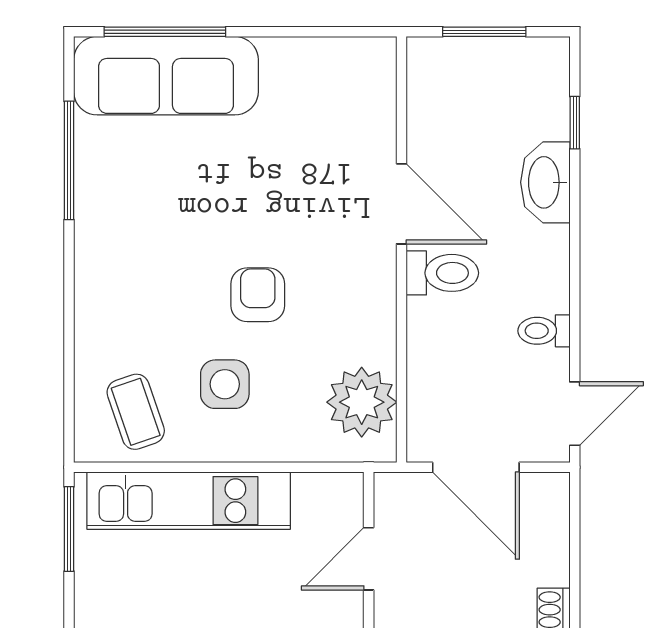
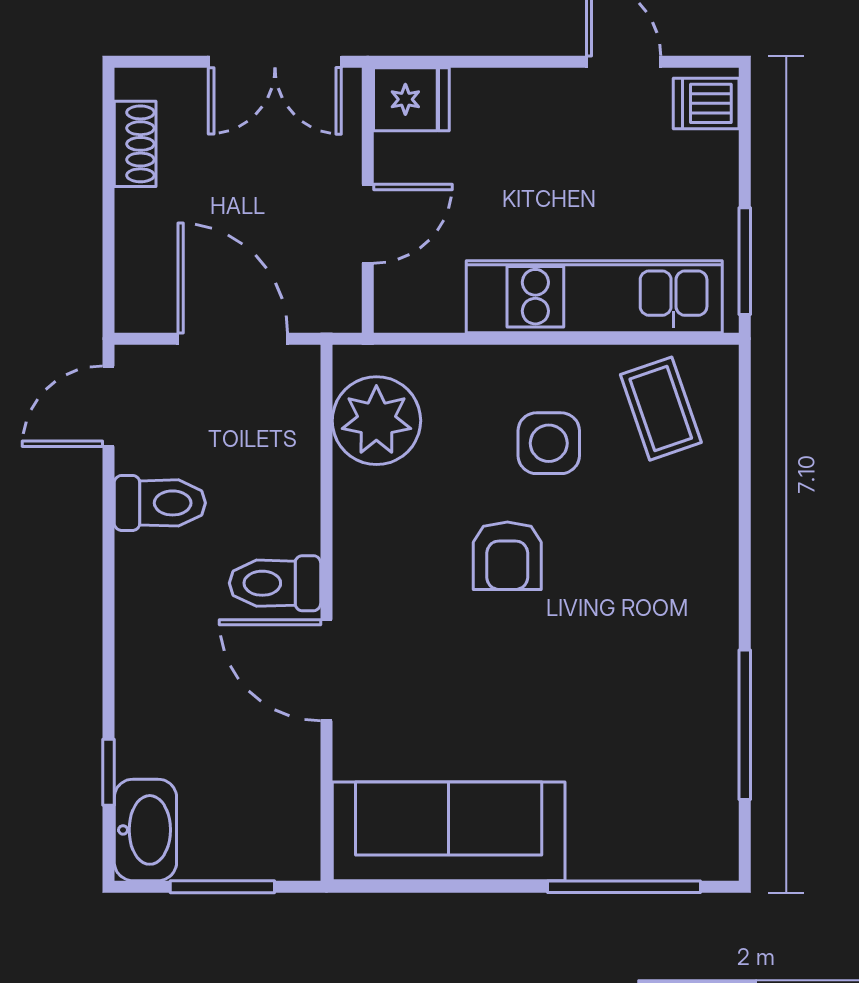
sofa: (166, 76) -> (449, 831), moved
washbasin: (545, 182) -> (145, 830), moved
toilet: (544, 331) -> (160, 503), width x1.37, depth x1.39

